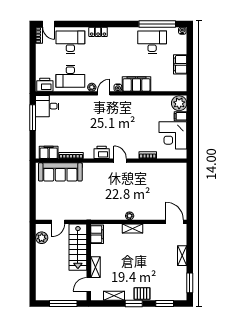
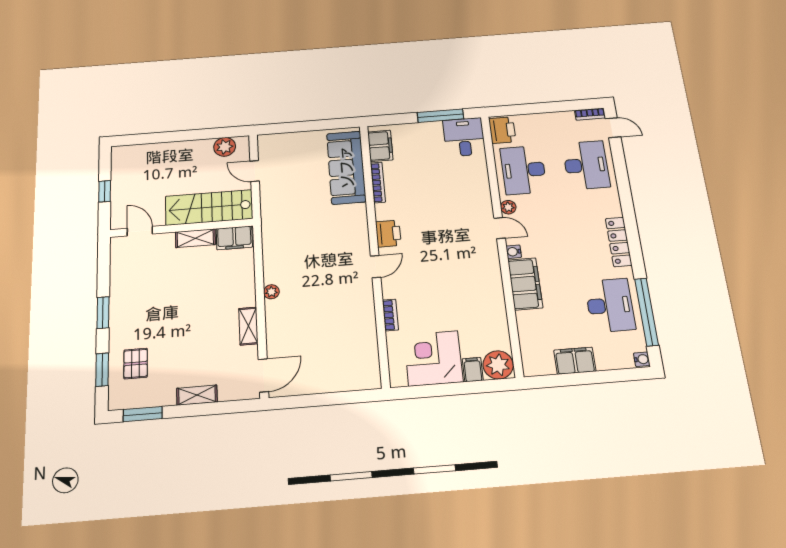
door: (49, 24) -> (613, 128), swing flipped
locker: (98, 32) -> (619, 242), moved, width x1.53
shelving: (133, 228) -> (248, 326), moved
shelving: (96, 267) -> (195, 238), moved
pallet: (142, 294) -> (136, 364), moved
shelving: (114, 296) -> (118, 276), removed
window: (63, 303) -> (105, 191), width x0.46

